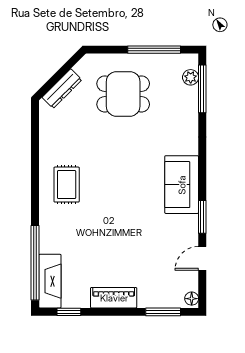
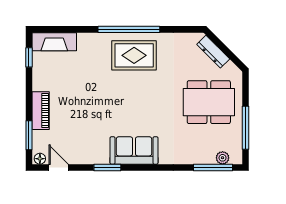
dining table: (123, 94) -> (209, 102), width x1.38
rug: (67, 185) -> (134, 55), width x1.36, depth x1.43
door: (202, 258) -> (59, 167), moved
window: (35, 263) -> (129, 29), moved
piano: (114, 298) -> (41, 111), moved

